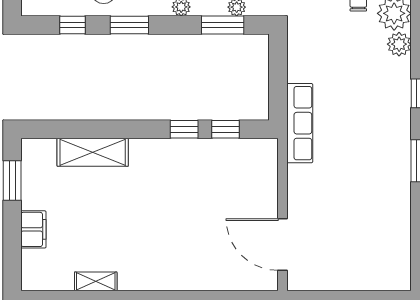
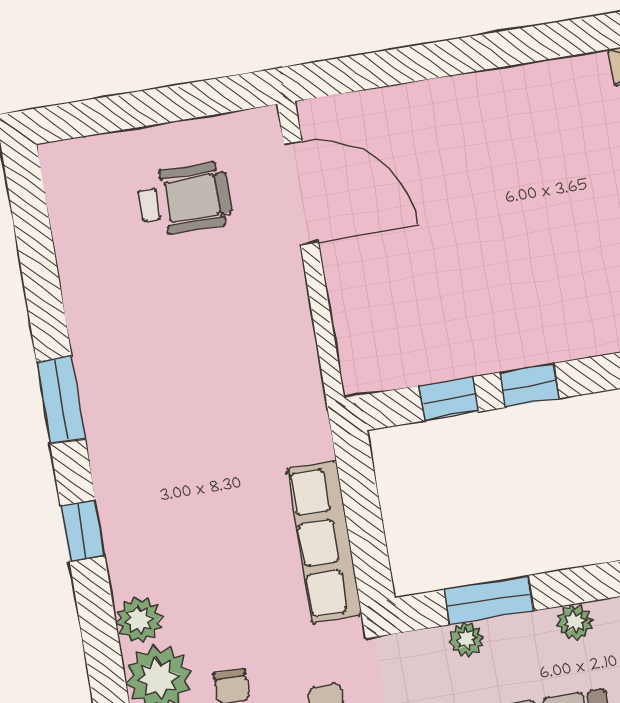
row of seats: (300, 123) -> (324, 542), moved
wheelchair: (341, 251) -> (185, 199), added

